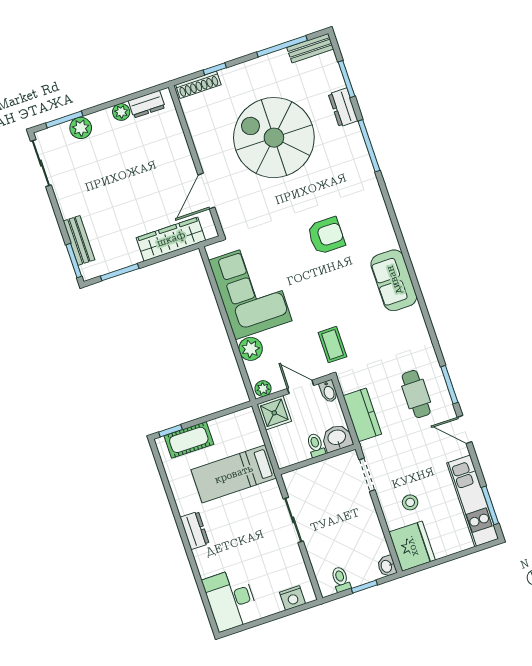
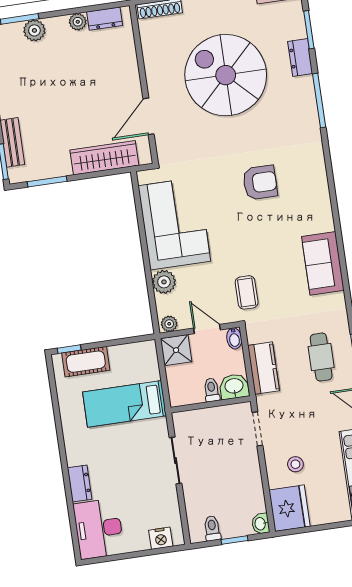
sofa: (394, 280) -> (323, 263), moved
dresser: (195, 530) -> (80, 484), moved

